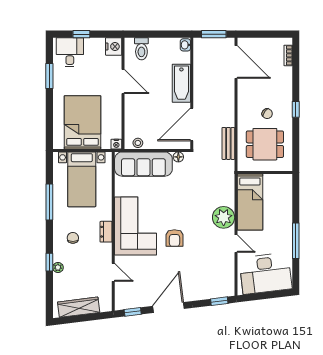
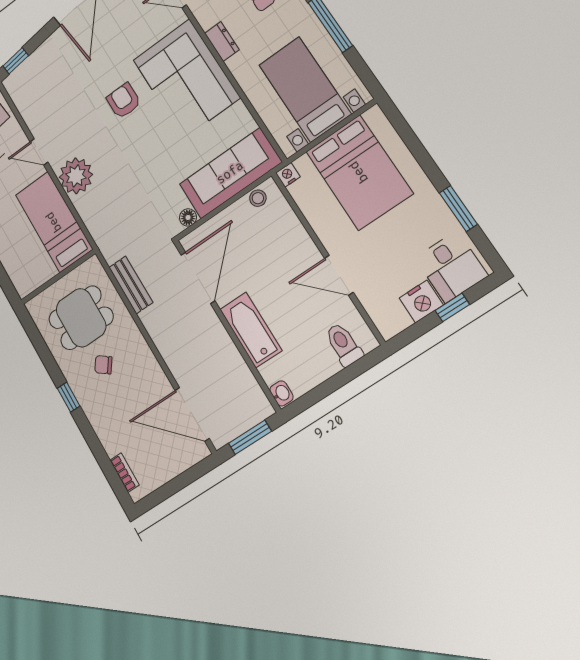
nightstand: (114, 46) -> (421, 301), moved, turned -90

